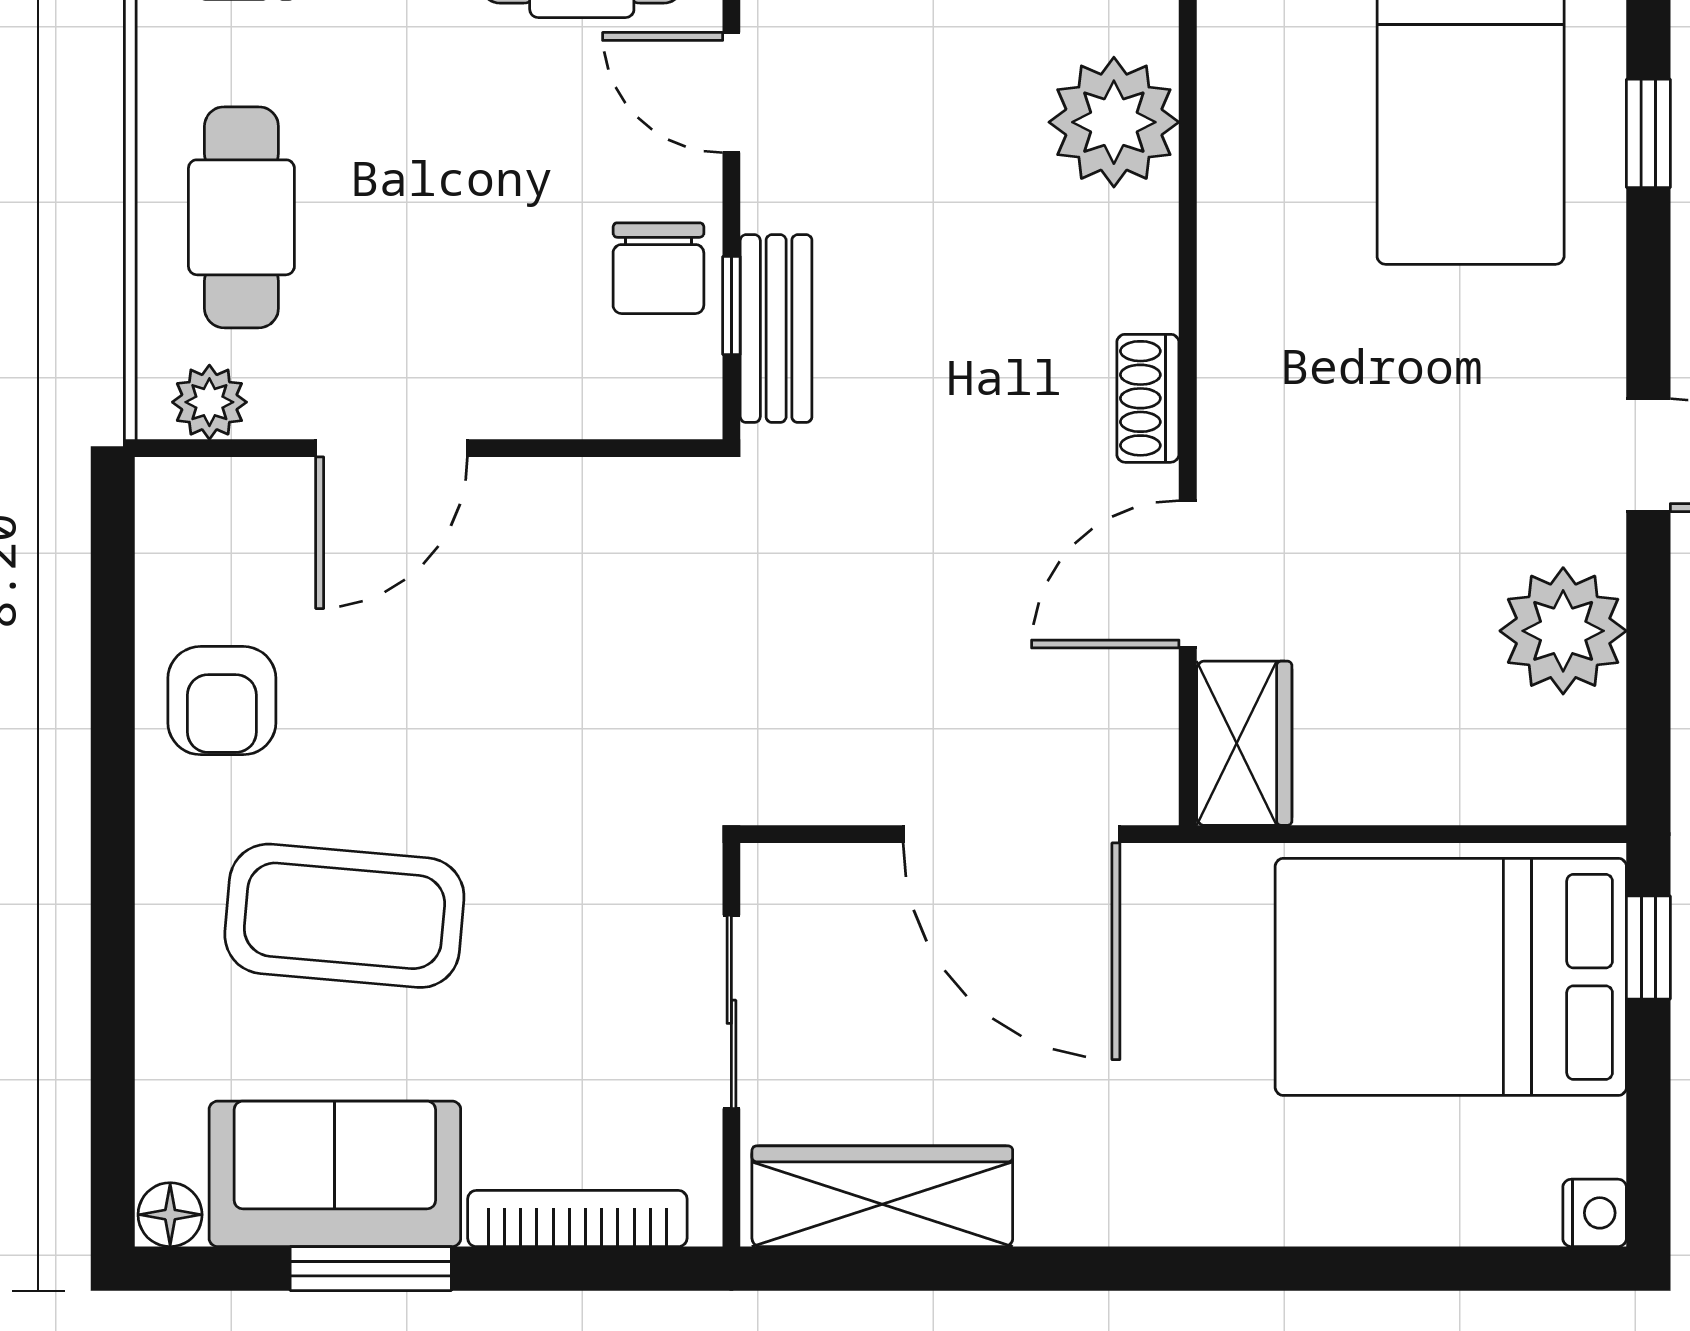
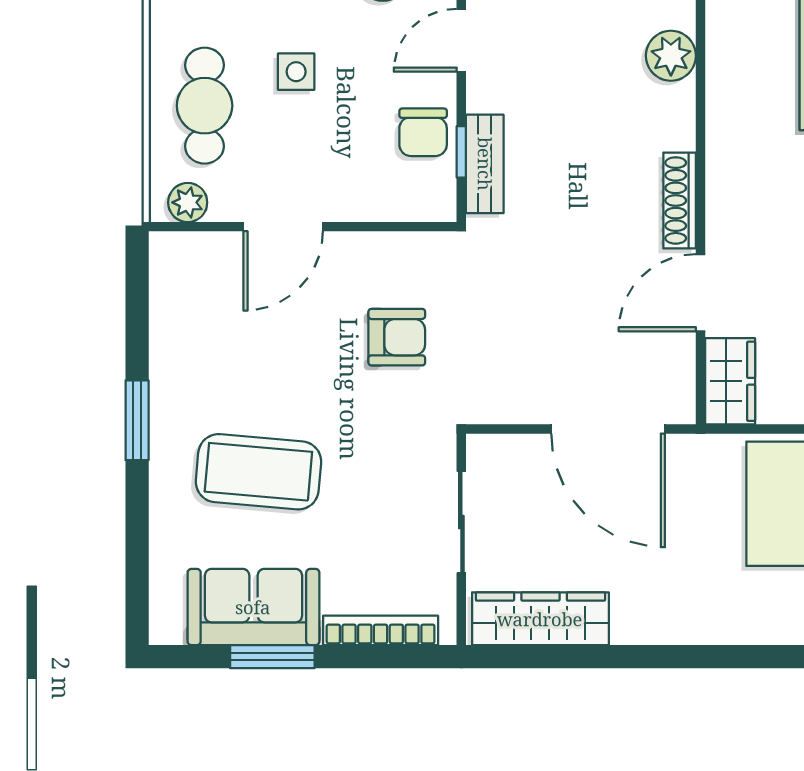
door: (731, 93) -> (461, 40), hinge flipped
plant: (1114, 122) -> (671, 56), width x0.73, depth x0.73
side table: (416, 153) -> (296, 72), added
shoe rack: (1148, 398) -> (680, 200), width x1.43
armchair: (222, 701) -> (397, 337), moved, turned -90
window: (113, 818) -> (137, 420), added
floor lamp: (170, 1215) -> (167, 628), removed

